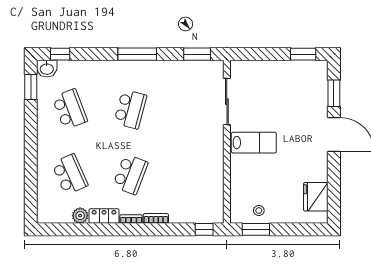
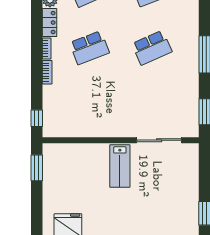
school desk: (130, 109) -> (152, 48), turned -39
school desk: (130, 174) -> (89, 48), turned -42
stool: (259, 211) -> (55, 171), removed

